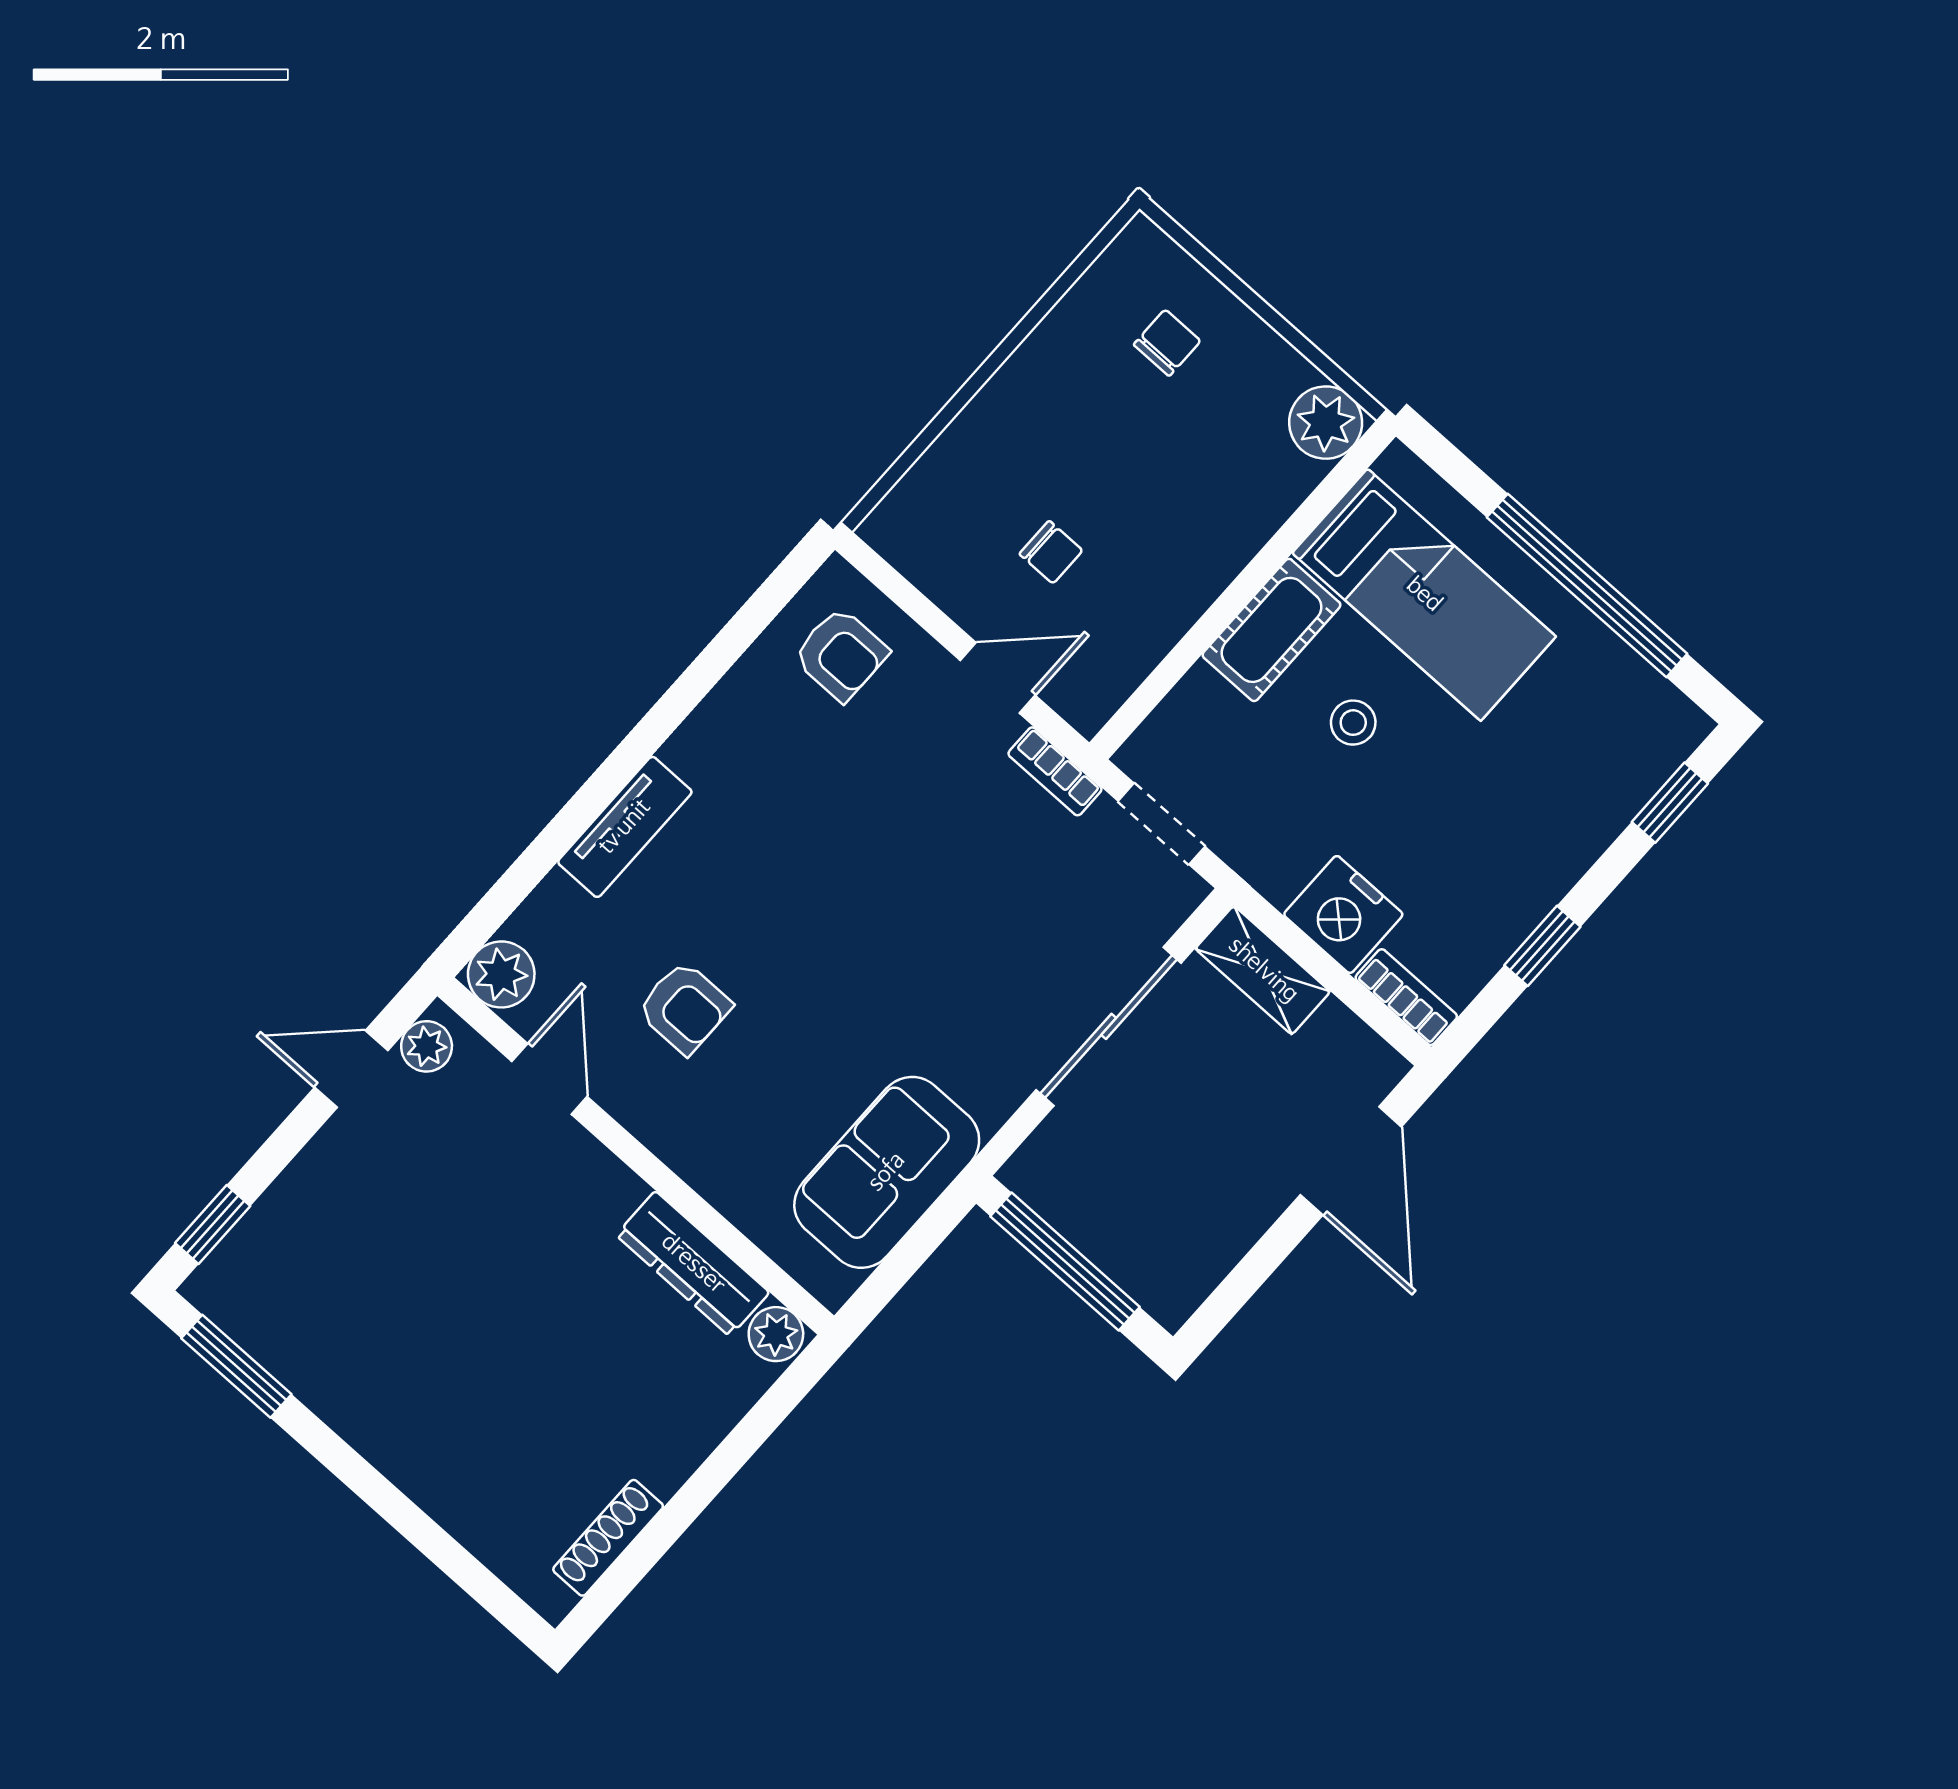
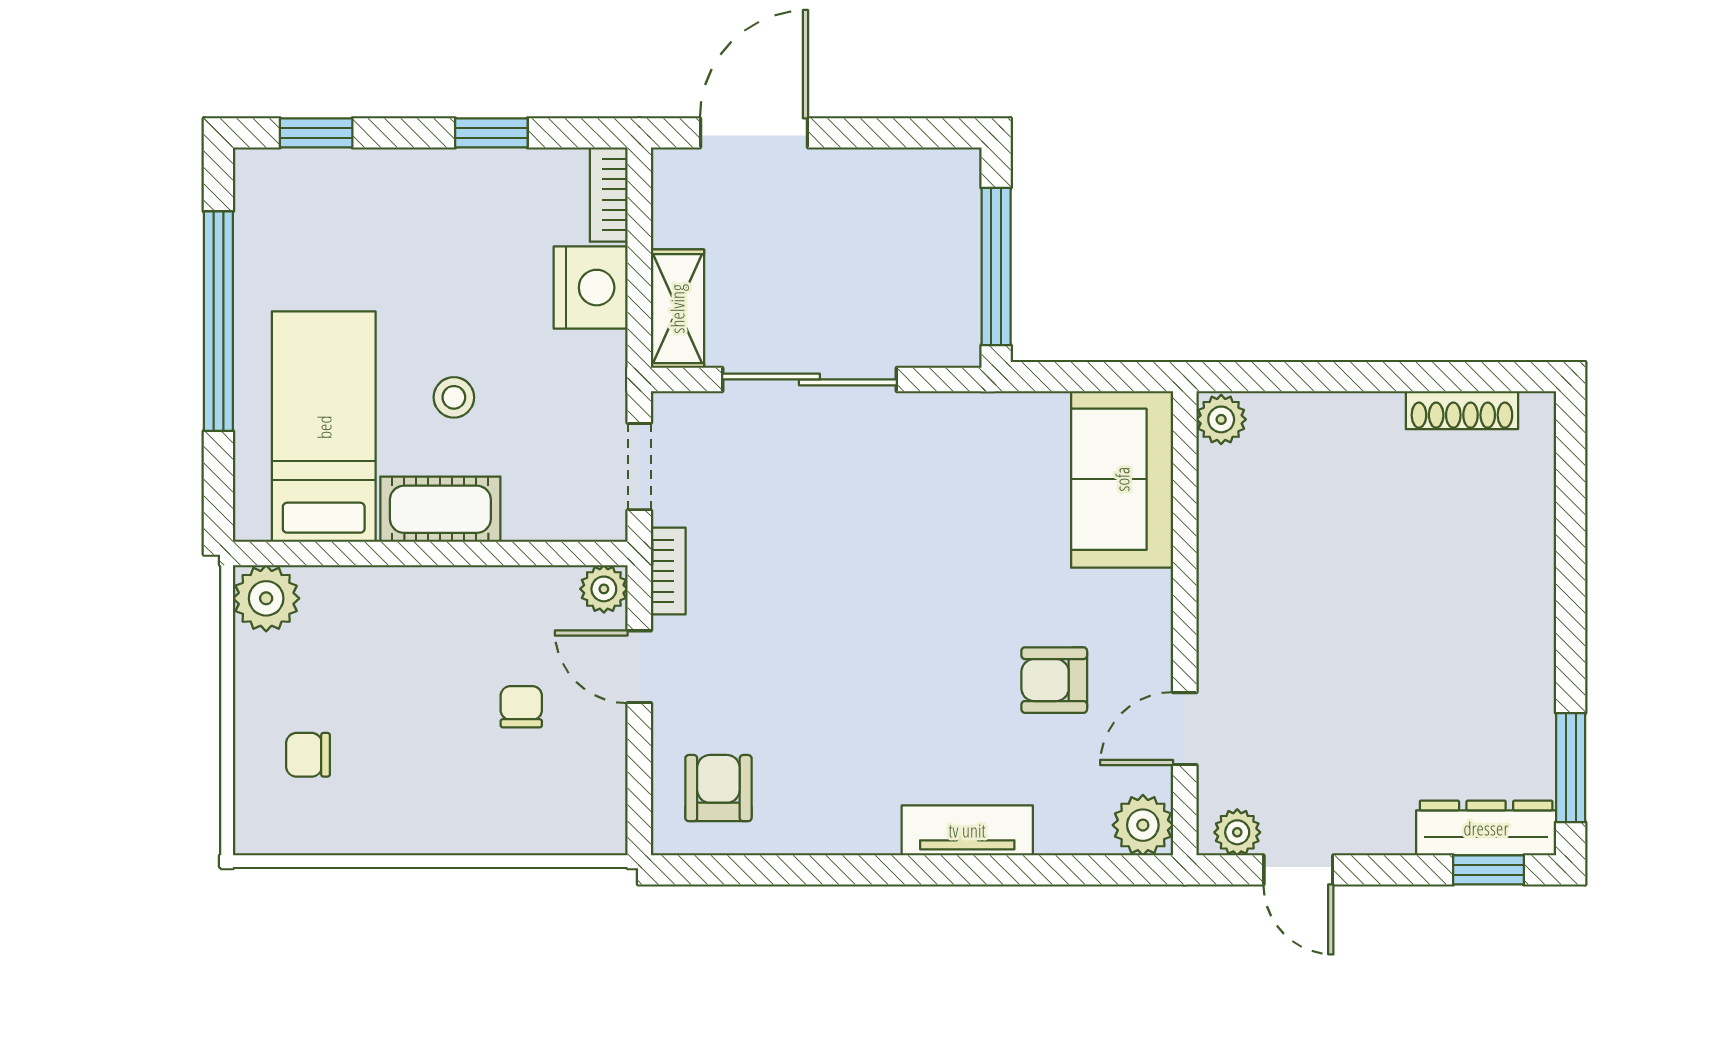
plant: (1087, 706) -> (604, 589), added
armchair: (684, 1008) -> (1054, 680), turned -90
sofa: (887, 1172) -> (1122, 479), moved, turned 90
dresser: (693, 1264) -> (1486, 828), moved, turned -90

